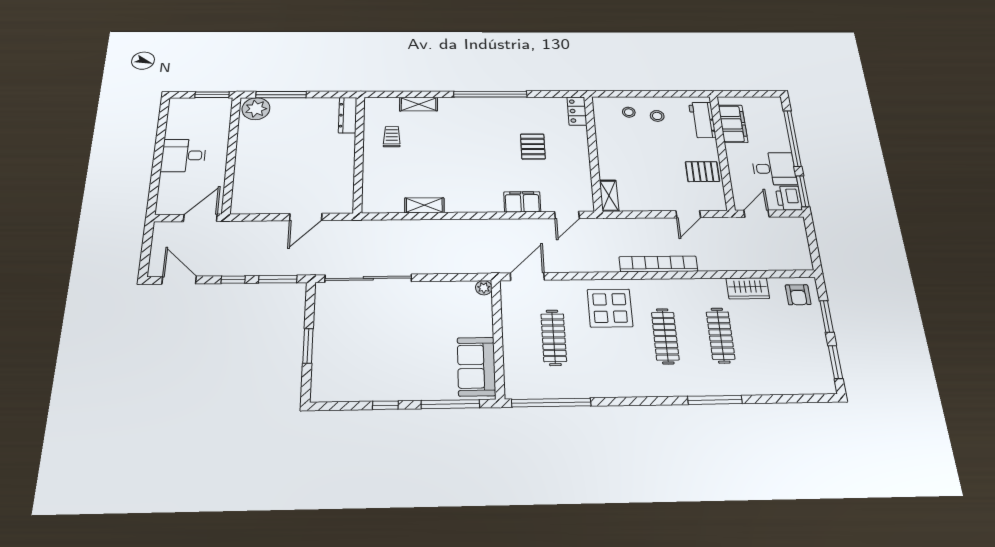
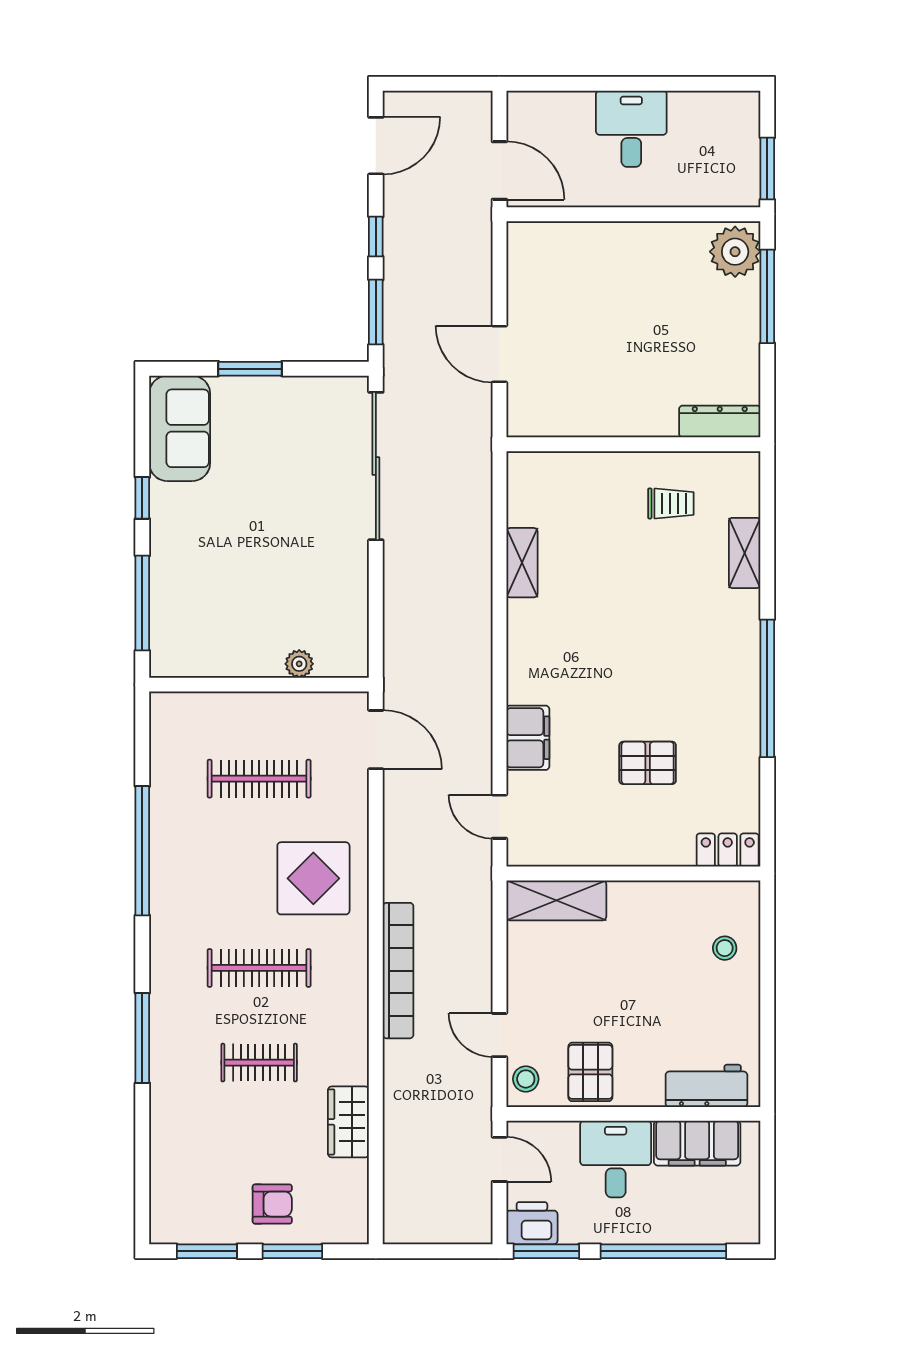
stool: (657, 116) -> (526, 1079), moved
desk: (774, 169) -> (616, 1159), moved, turned 180
shelving: (609, 196) -> (556, 900), width x1.50, depth x1.33
plant: (484, 288) -> (299, 664), moved
armchair: (798, 295) -> (272, 1204), moved, turned 180
clothes rail: (721, 335) -> (259, 1063), width x0.73
sofa: (476, 366) -> (180, 428), moved, turned 90
window: (551, 403) -> (142, 851), moved

